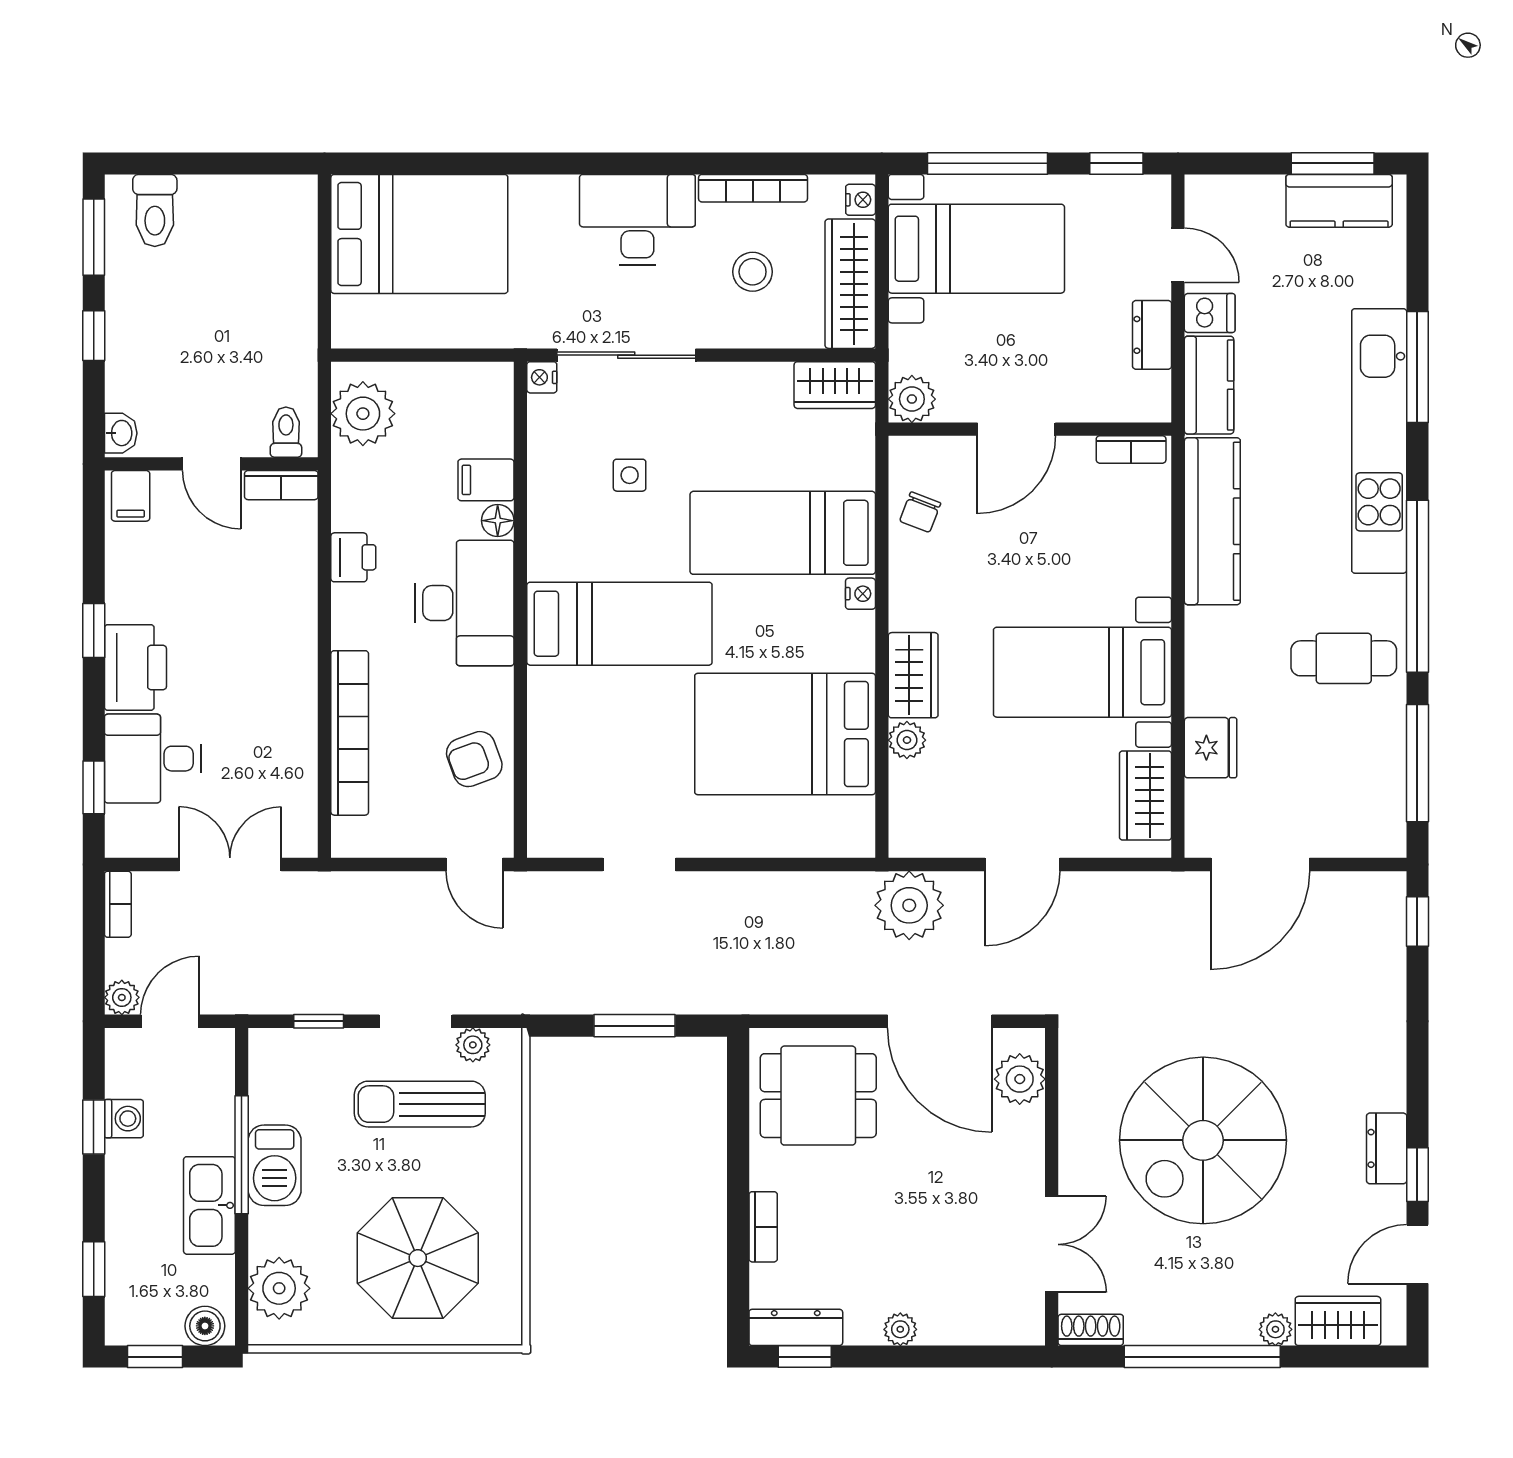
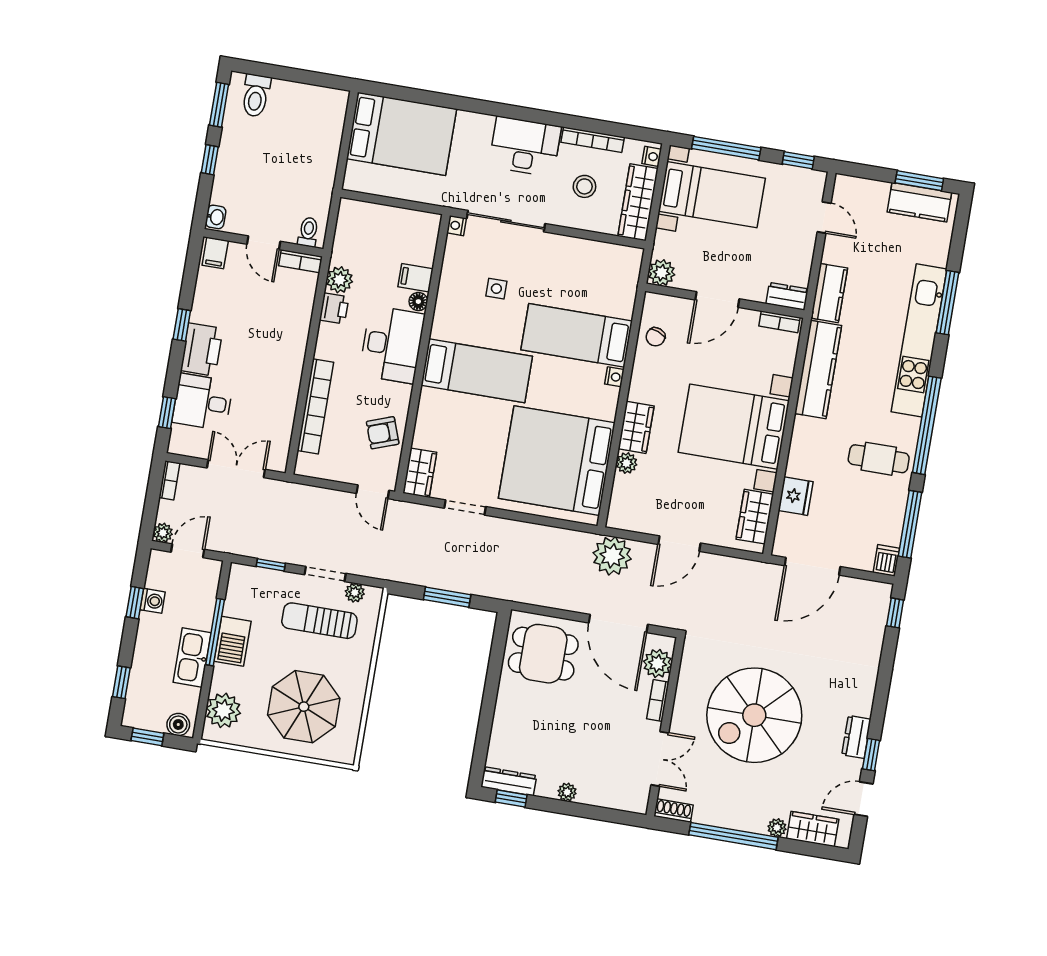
dishwasher: (1210, 313) -> (886, 560), moved, turned -90
dresser: (1152, 335) -> (787, 296), moved, turned 90
wardrobe: (835, 385) -> (420, 473), moved, turned -90
plant: (363, 414) -> (340, 280), moved, width x0.73, depth x0.73
bed with nightstands: (1082, 672) -> (734, 427), width x1.36
bed: (785, 734) -> (557, 461), width x1.36
bookcase: (763, 1227) -> (658, 700), moved, turned 180

